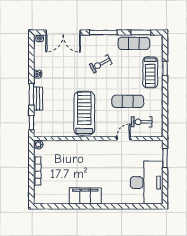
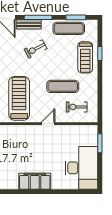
bench: (94, 39) -> (29, 24), added
door: (124, 138) -> (48, 124), moved
filing cabinet: (85, 196) -> (35, 181), moved

